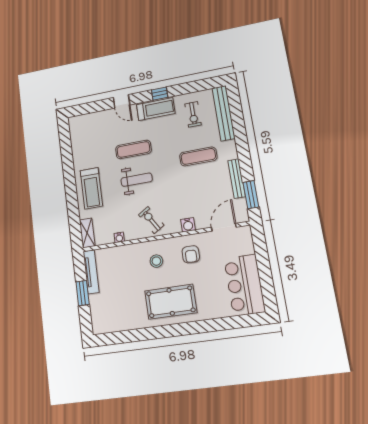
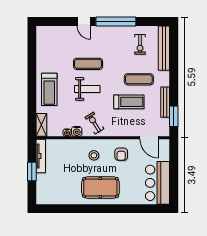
window: (160, 94) -> (116, 21), width x3.17
treadmill: (156, 109) -> (129, 102), moved
water cooler: (188, 225) -> (77, 131), moved
door: (224, 227) -> (149, 138), swing flipped

